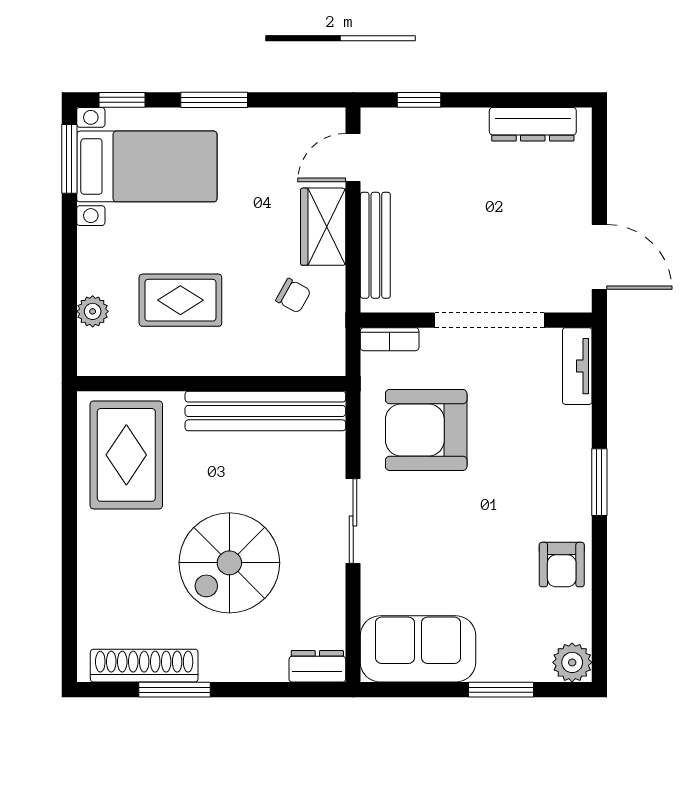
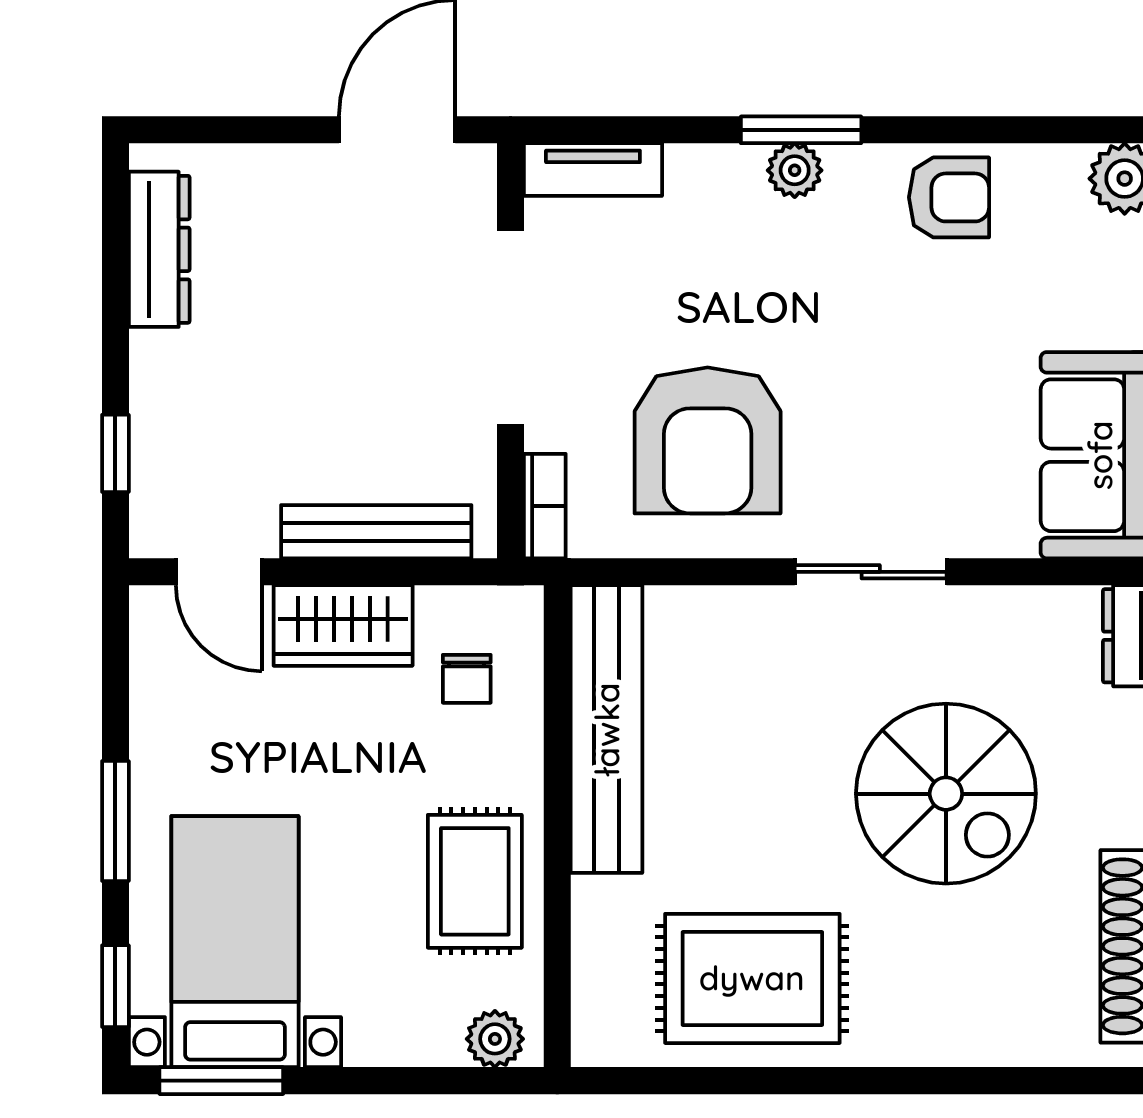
chair: (293, 296) -> (467, 679), turned 151
wall: (211, 384) -> (557, 826), moved
bench: (265, 411) -> (607, 729), moved
plant: (577, 479) -> (795, 170), added

